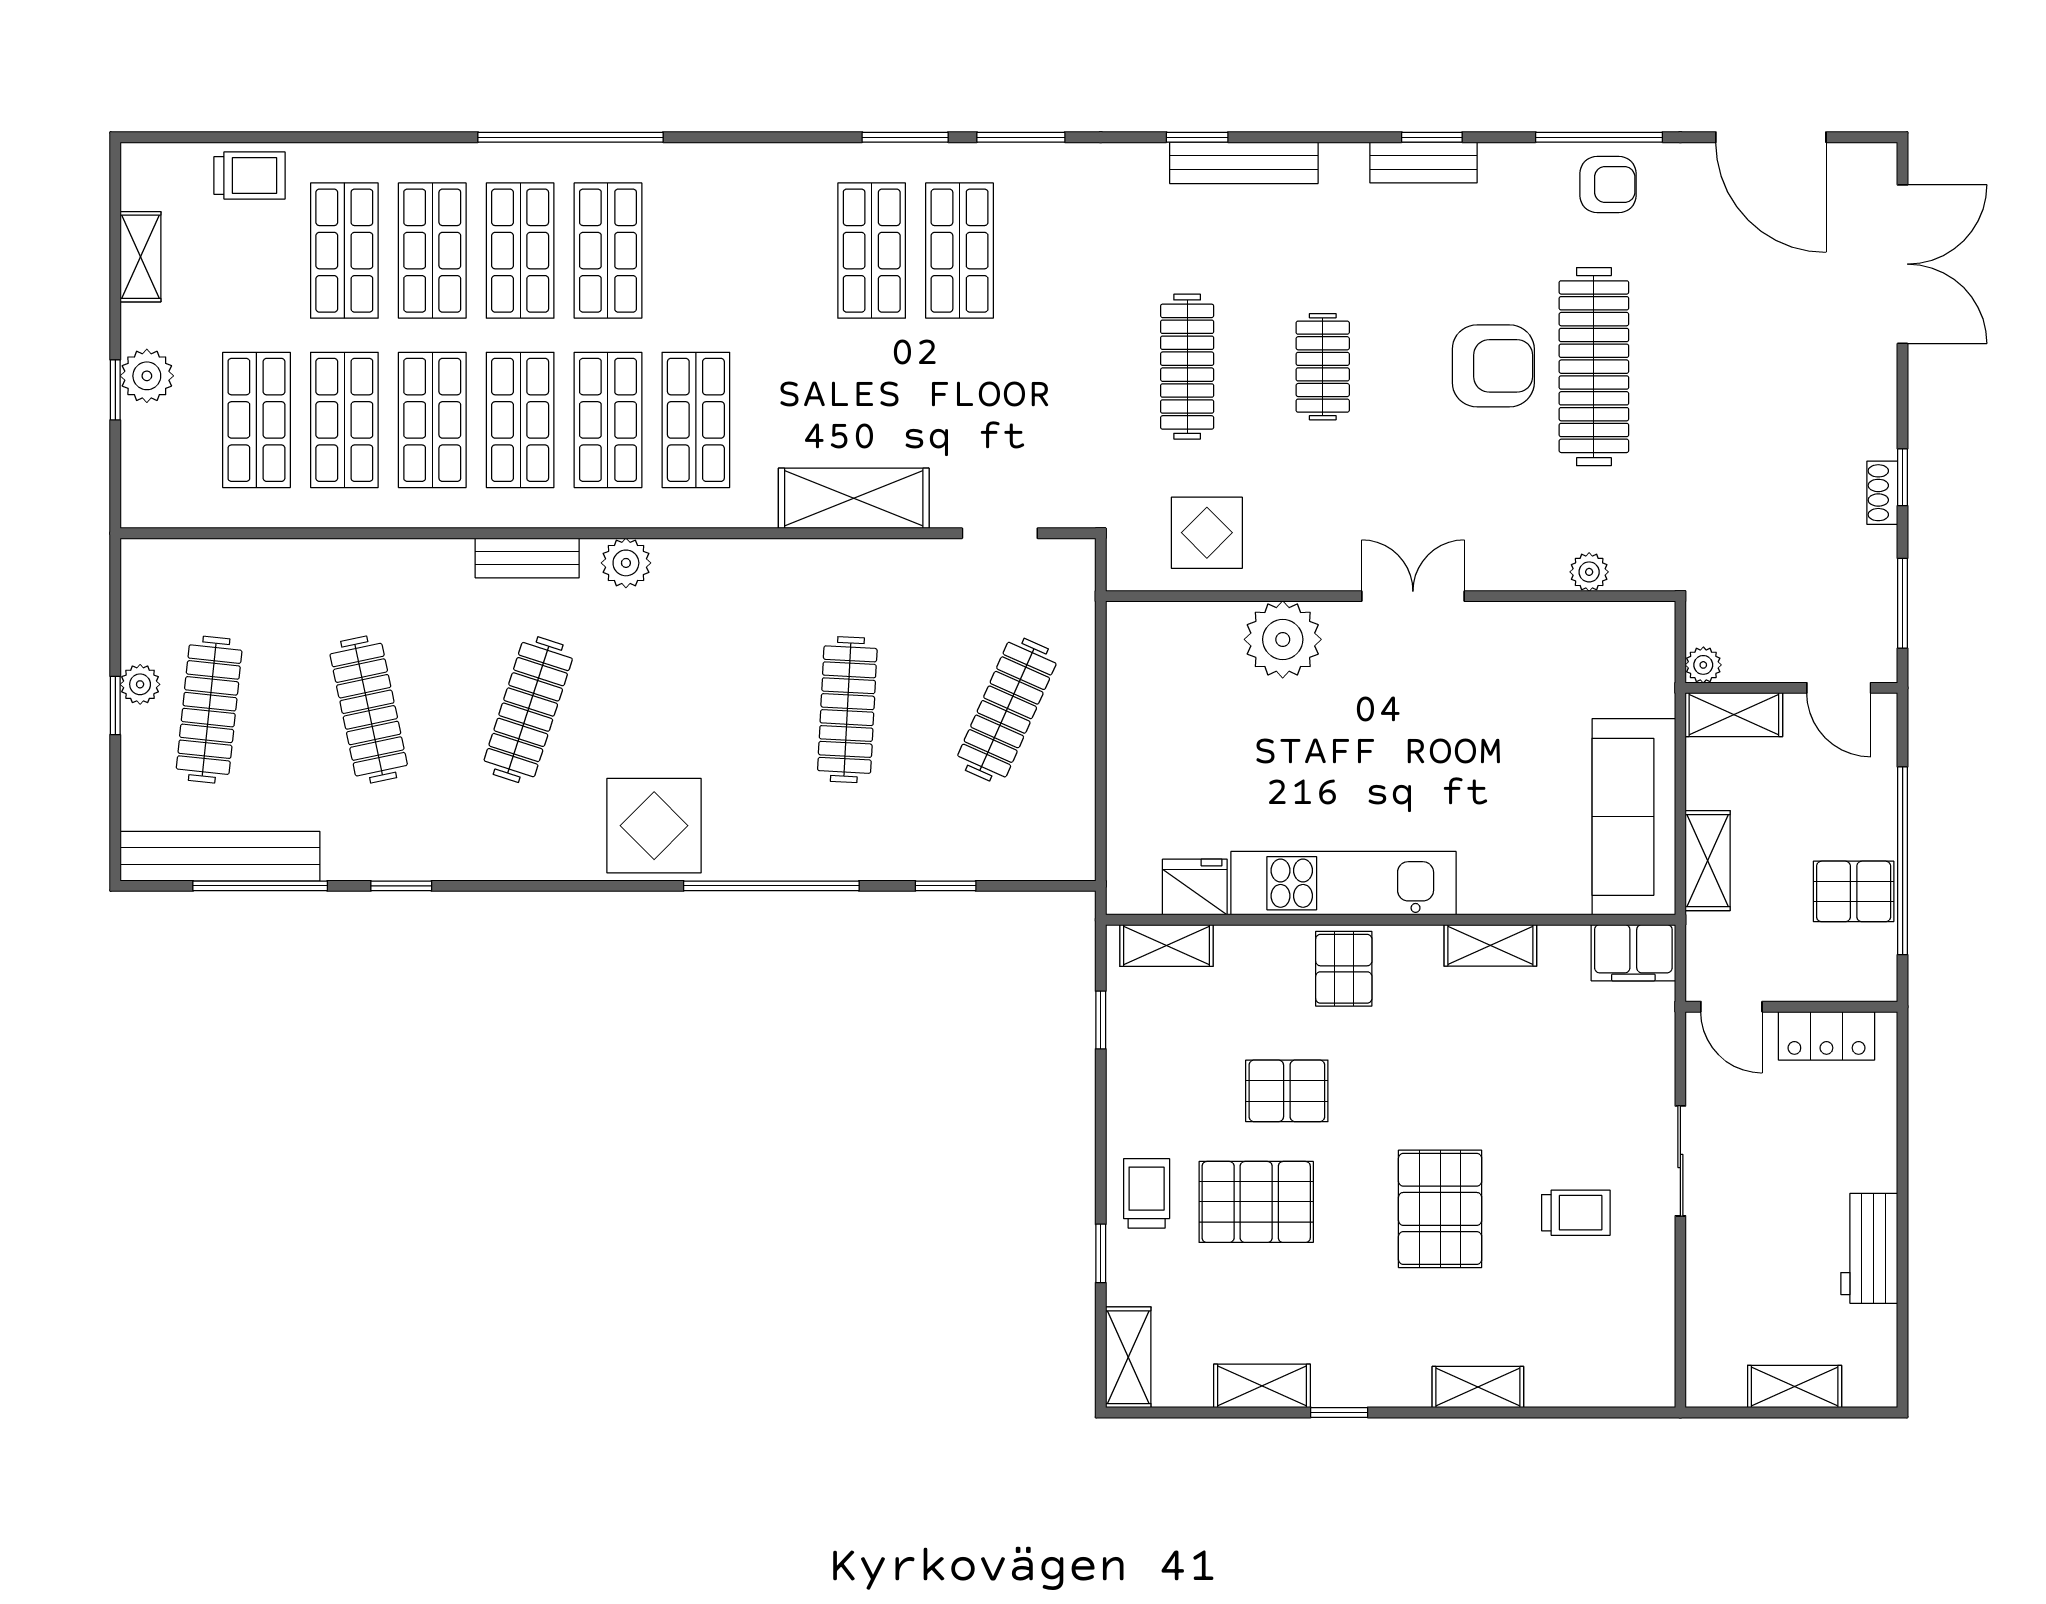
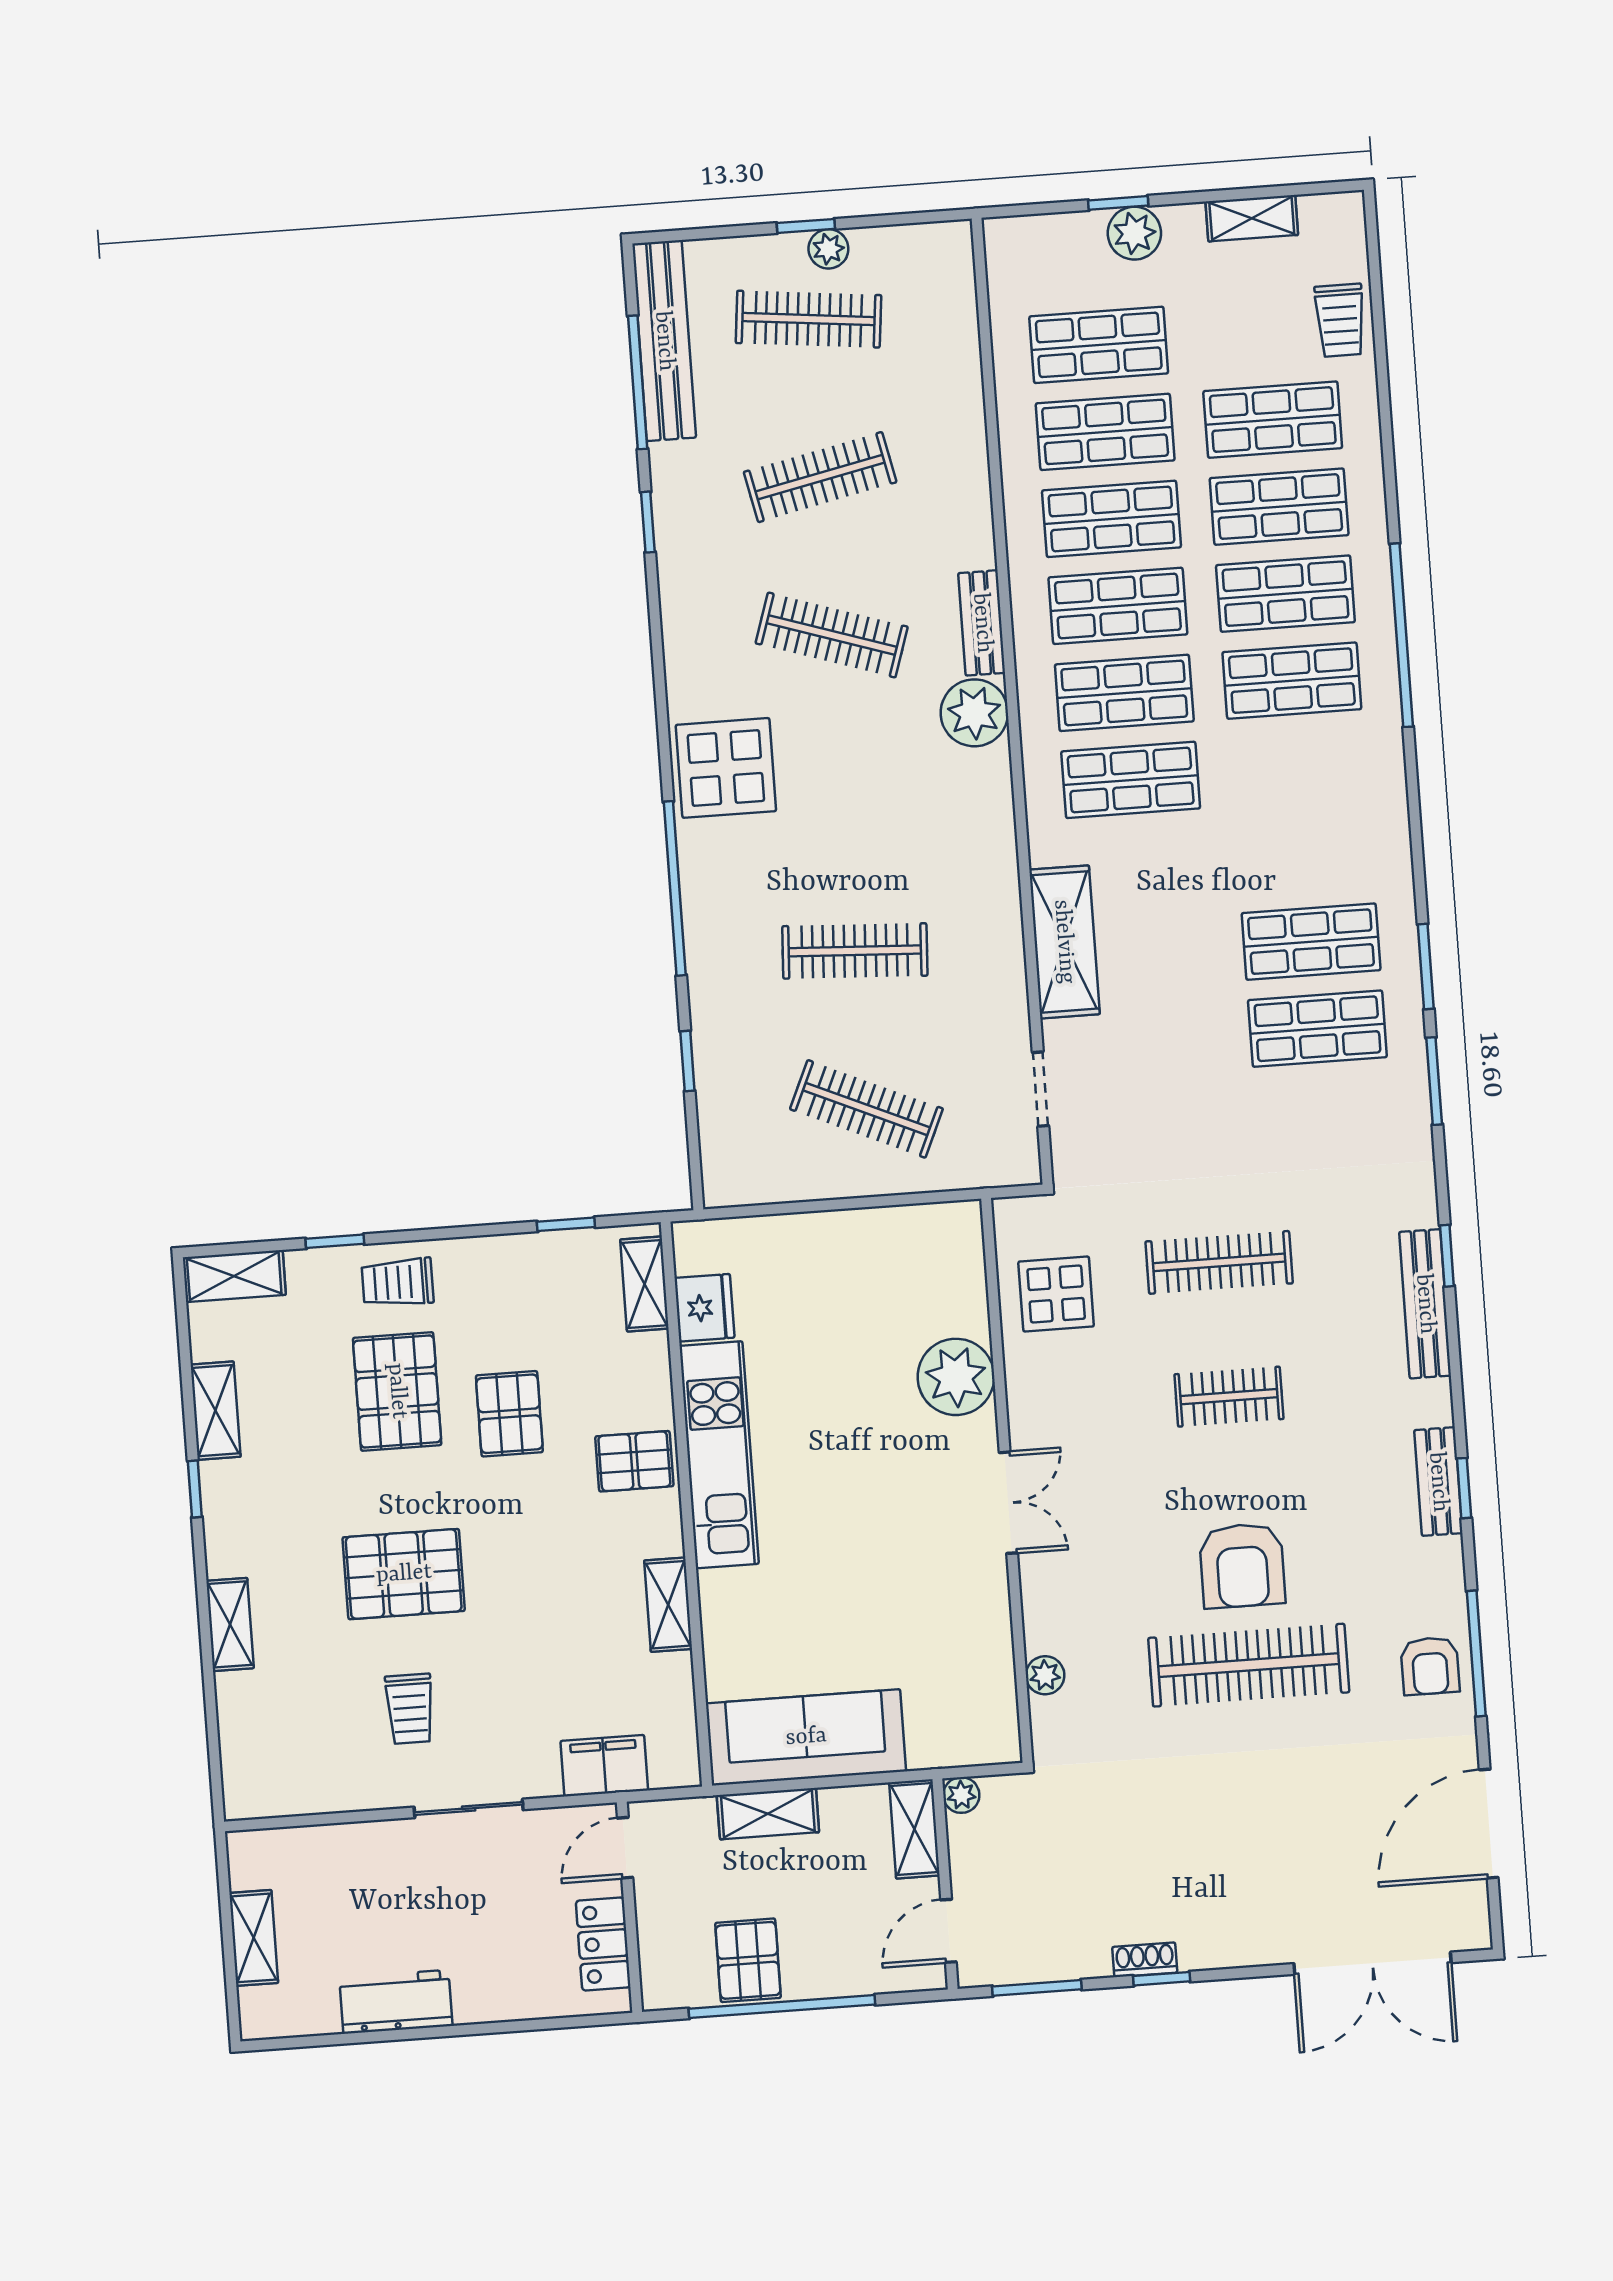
plant: (626, 563) -> (974, 713), width x1.36, depth x1.36
filing cabinet: (1633, 953) -> (604, 1766), moved, turned 90
trolley: (1147, 1193) -> (398, 1282), turned 180

